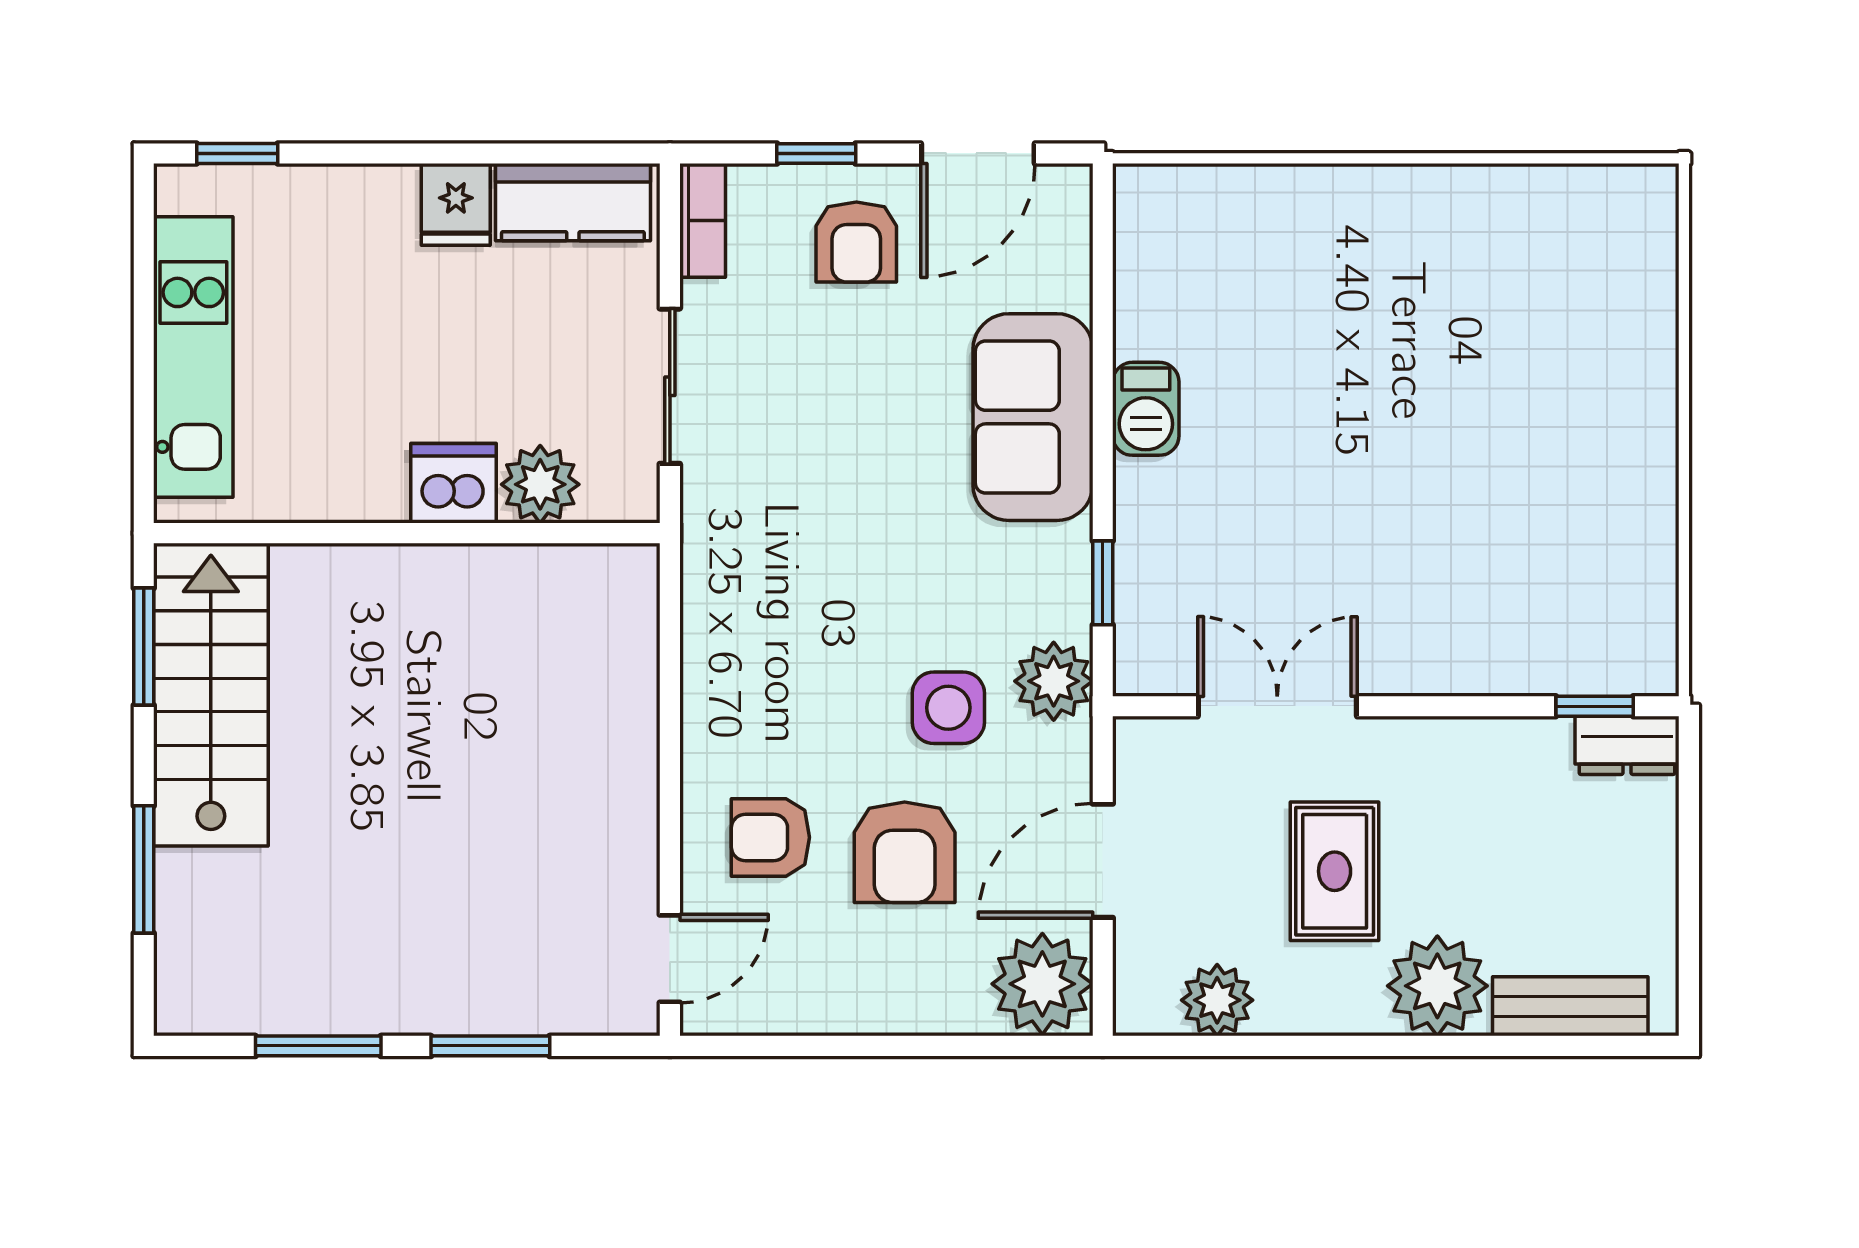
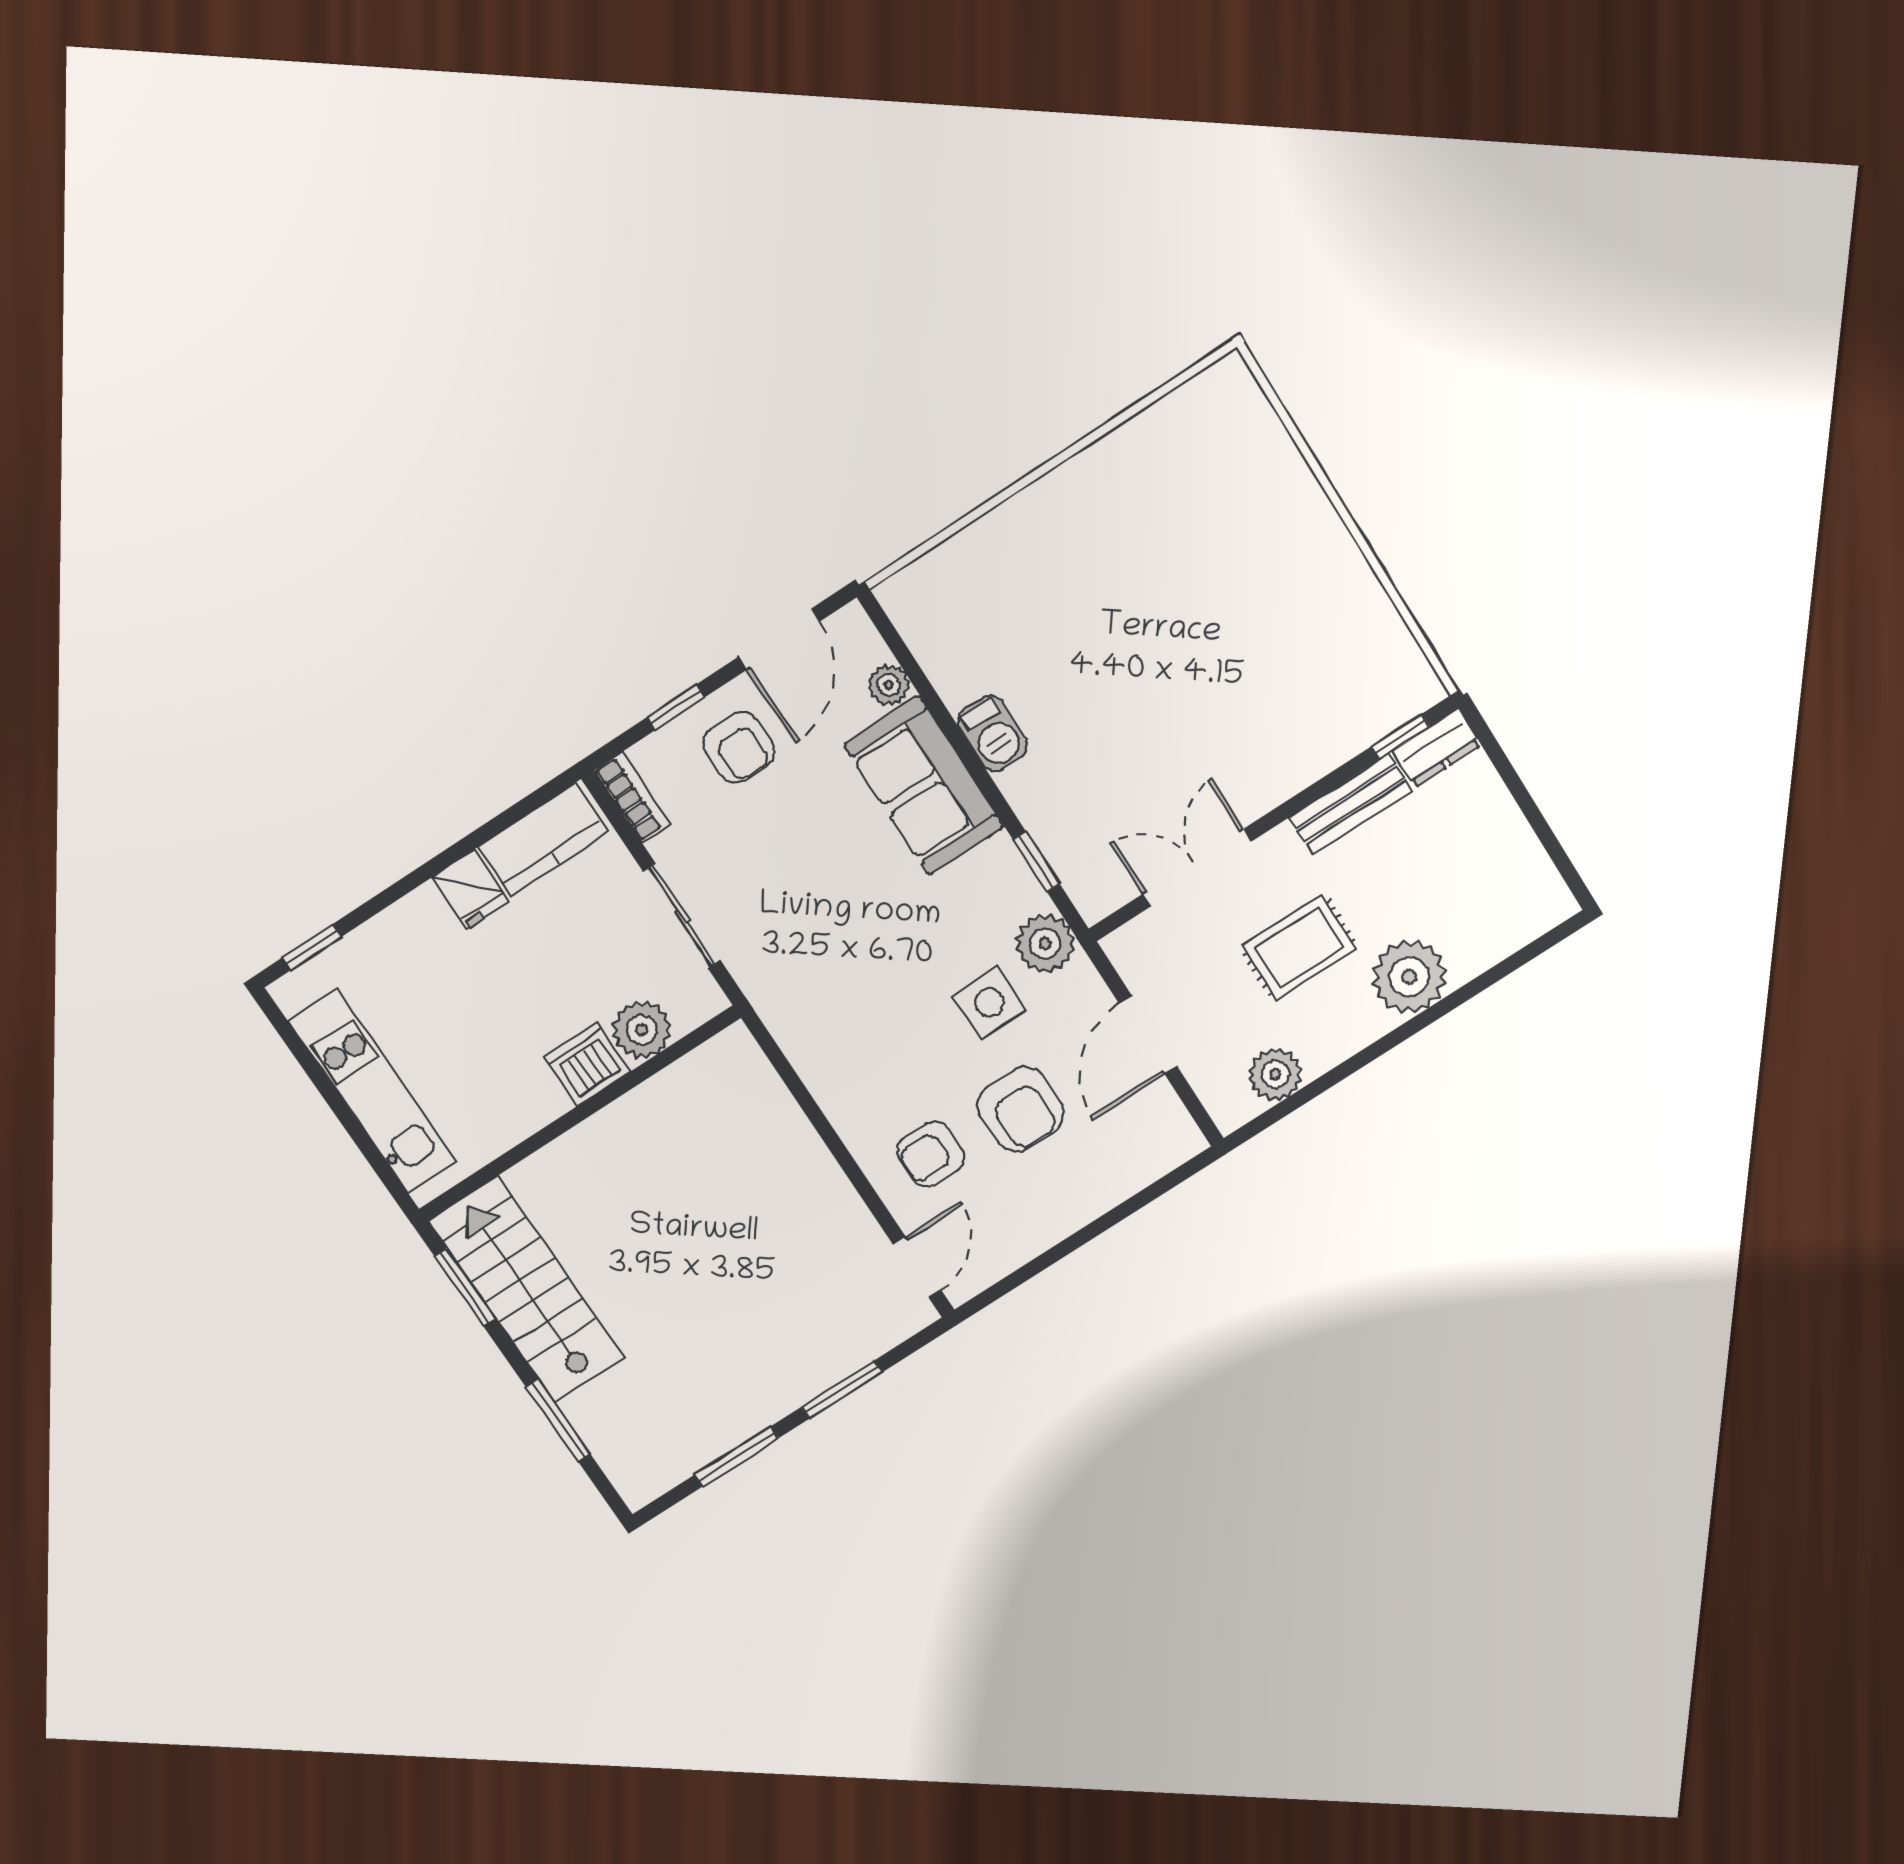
rug: (1335, 871) -> (1299, 947), turned 90
plant: (1042, 984) -> (889, 685), moved, width x0.53, depth x0.53
bench: (1570, 1006) -> (1350, 804), moved

